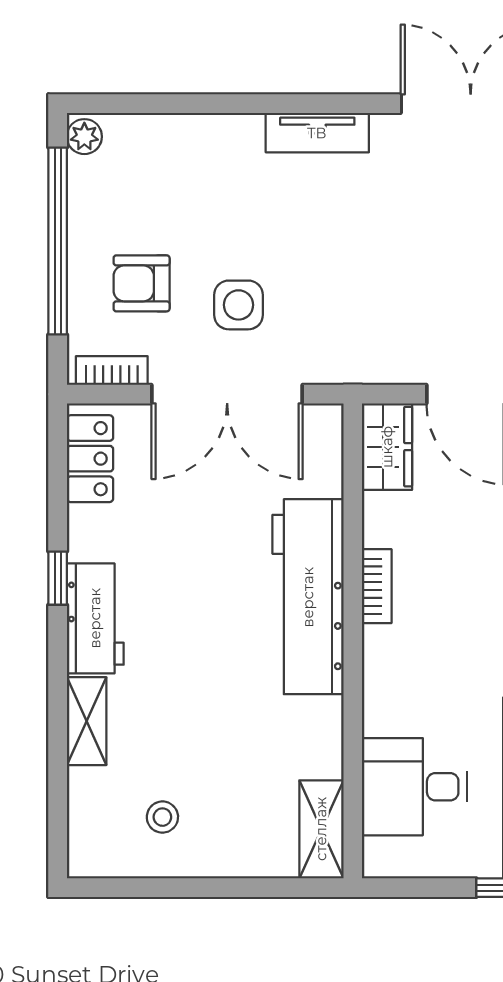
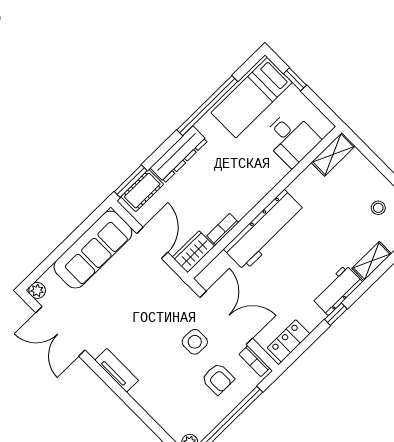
bookcase: (377, 586) -> (223, 229), moved

